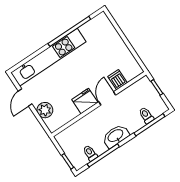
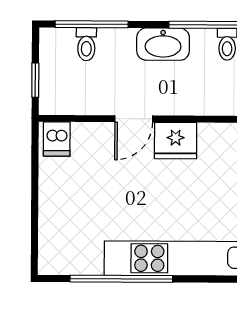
dishwasher: (118, 80) -> (57, 139), moved

